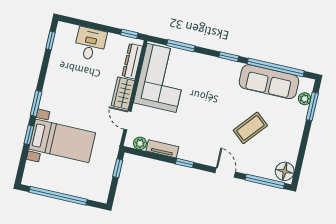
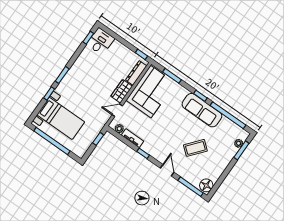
desk: (90, 44) -> (101, 41), moved
sofa: (269, 82) -> (202, 110), moved
door: (127, 120) -> (117, 110), hinge flipped
bed with nightstands: (62, 141) -> (61, 118), moved

